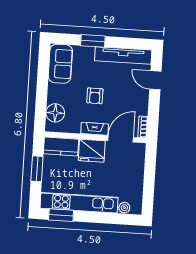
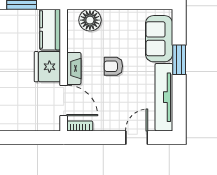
sofa: (60, 64) -> (159, 39), moved, turned 90

